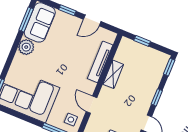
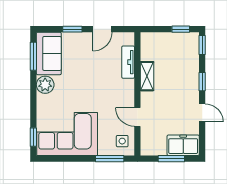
window: (142, 41) -> (181, 29), moved
tv unit: (100, 62) -> (128, 62), width x0.71

